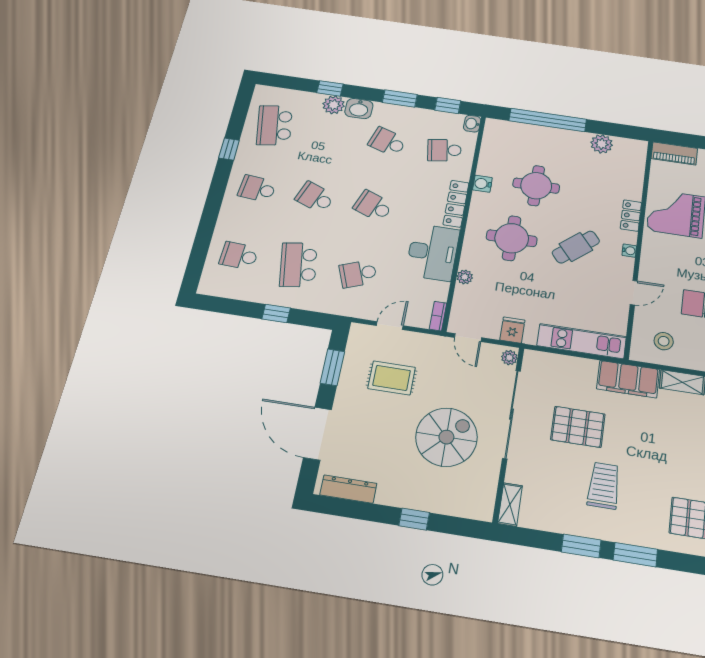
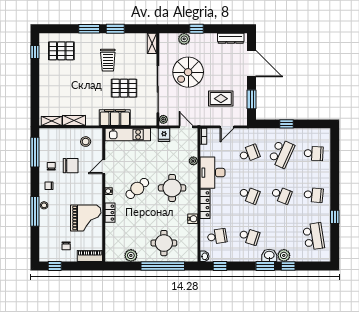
window: (400, 99) -> (265, 266), moved
round table: (536, 186) -> (164, 243), moved
school desk: (298, 265) -> (281, 153), turned 33
filing cabinet: (628, 379) -> (115, 118), moved
plant: (443, 503) -> (184, 39), added

